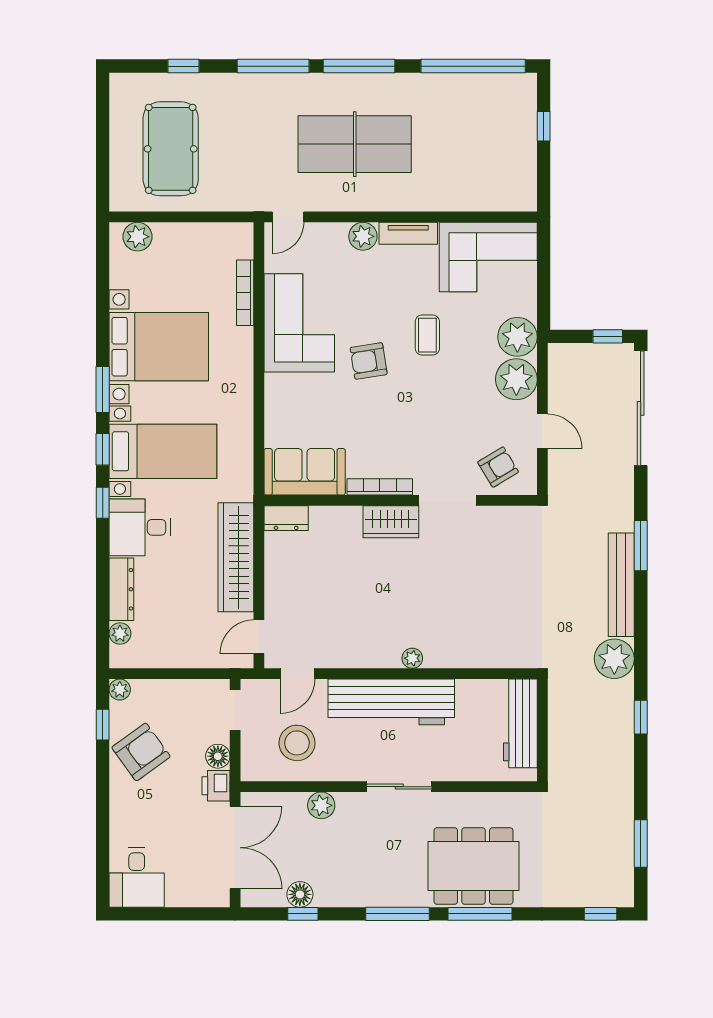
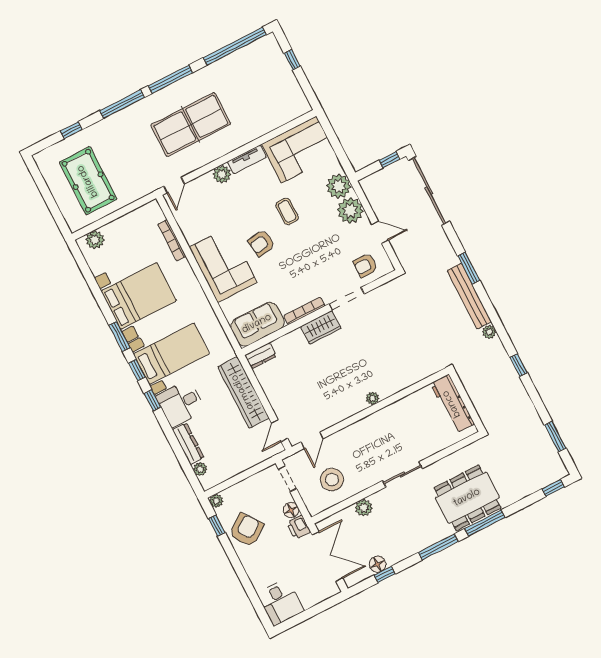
corner sofa: (299, 323) -> (223, 265), moved
armchair: (498, 467) -> (365, 265), turned -149
plant: (614, 659) -> (489, 332), width x0.53, depth x0.53
workbench: (391, 702) -> (373, 429), removed

